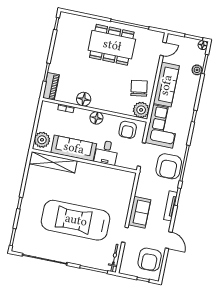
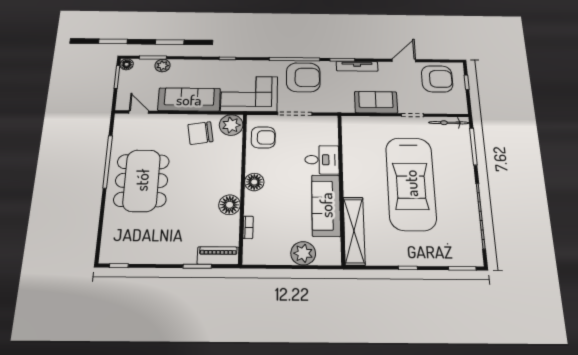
sofa: (74, 148) -> (326, 205), moved
desk: (106, 153) -> (322, 160), moved
wall: (84, 161) -> (341, 187), moved
shelving: (53, 162) -> (354, 231), moved

